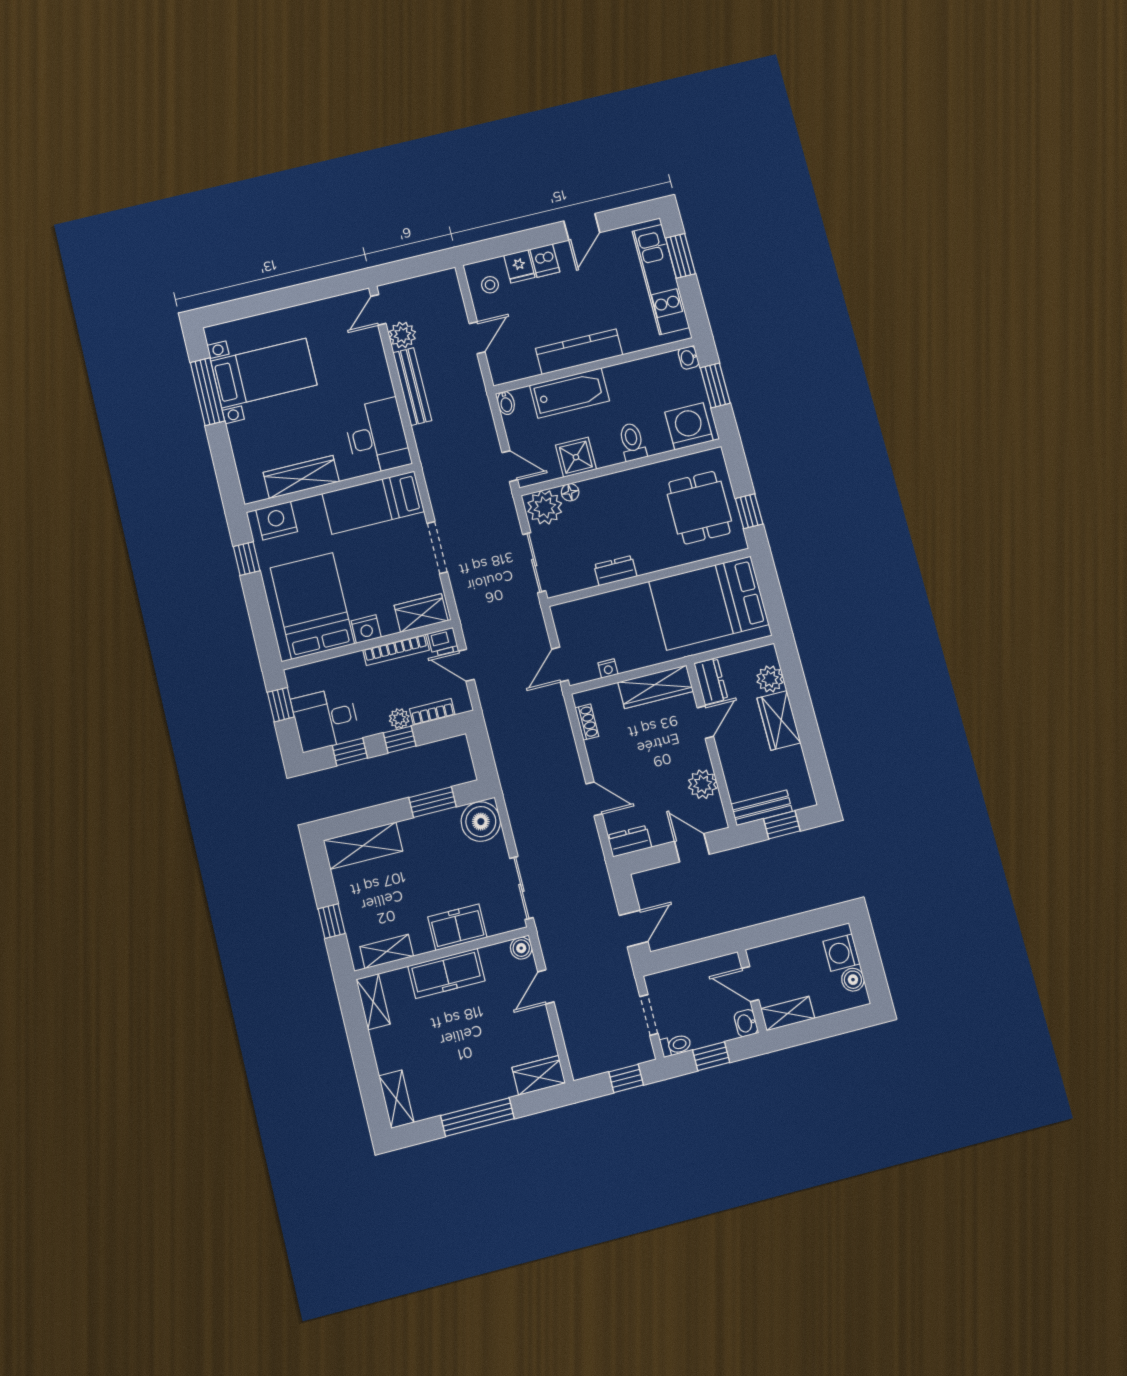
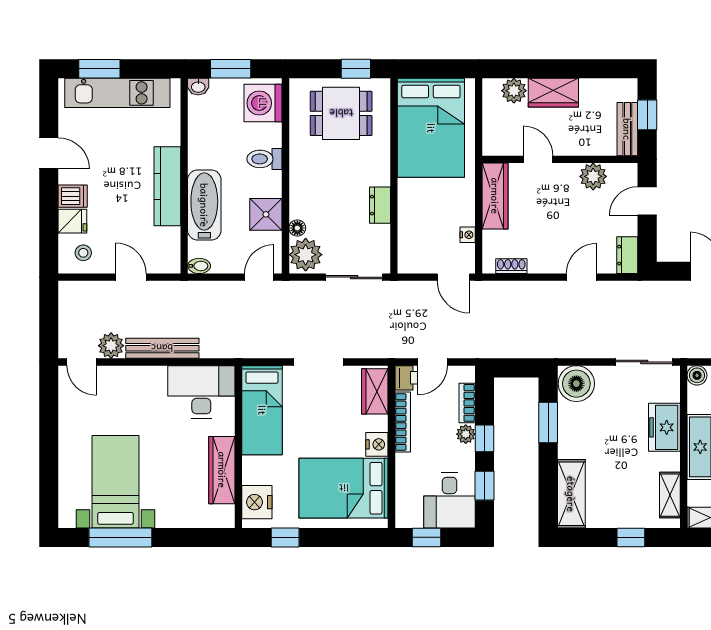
dresser: (711, 681) -> (503, 145), removed

